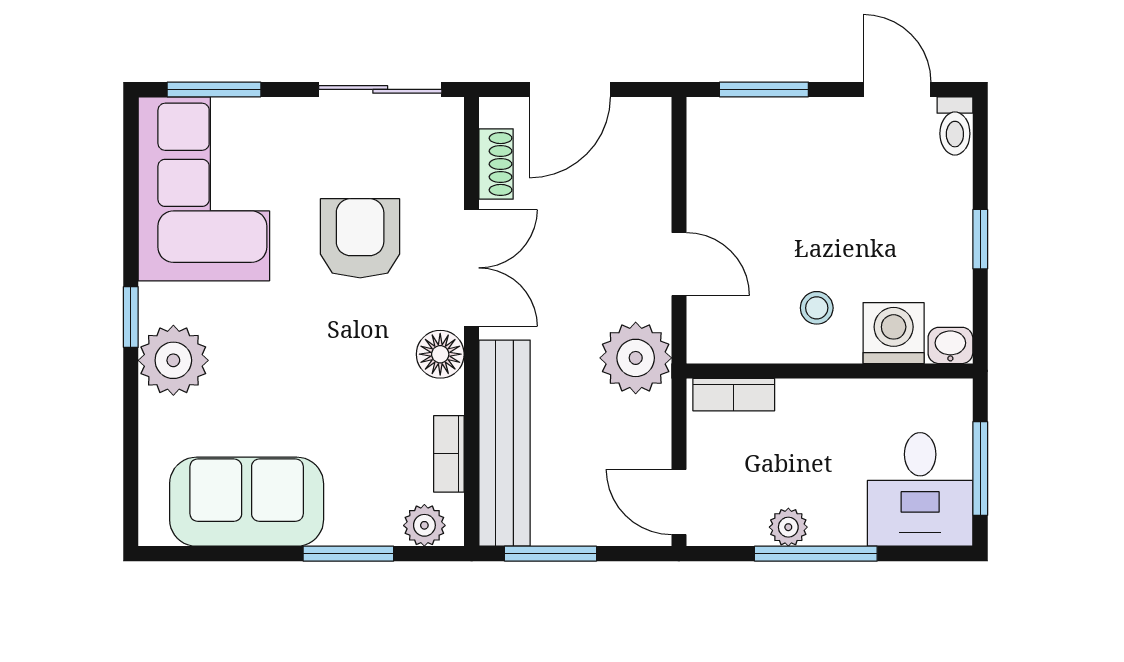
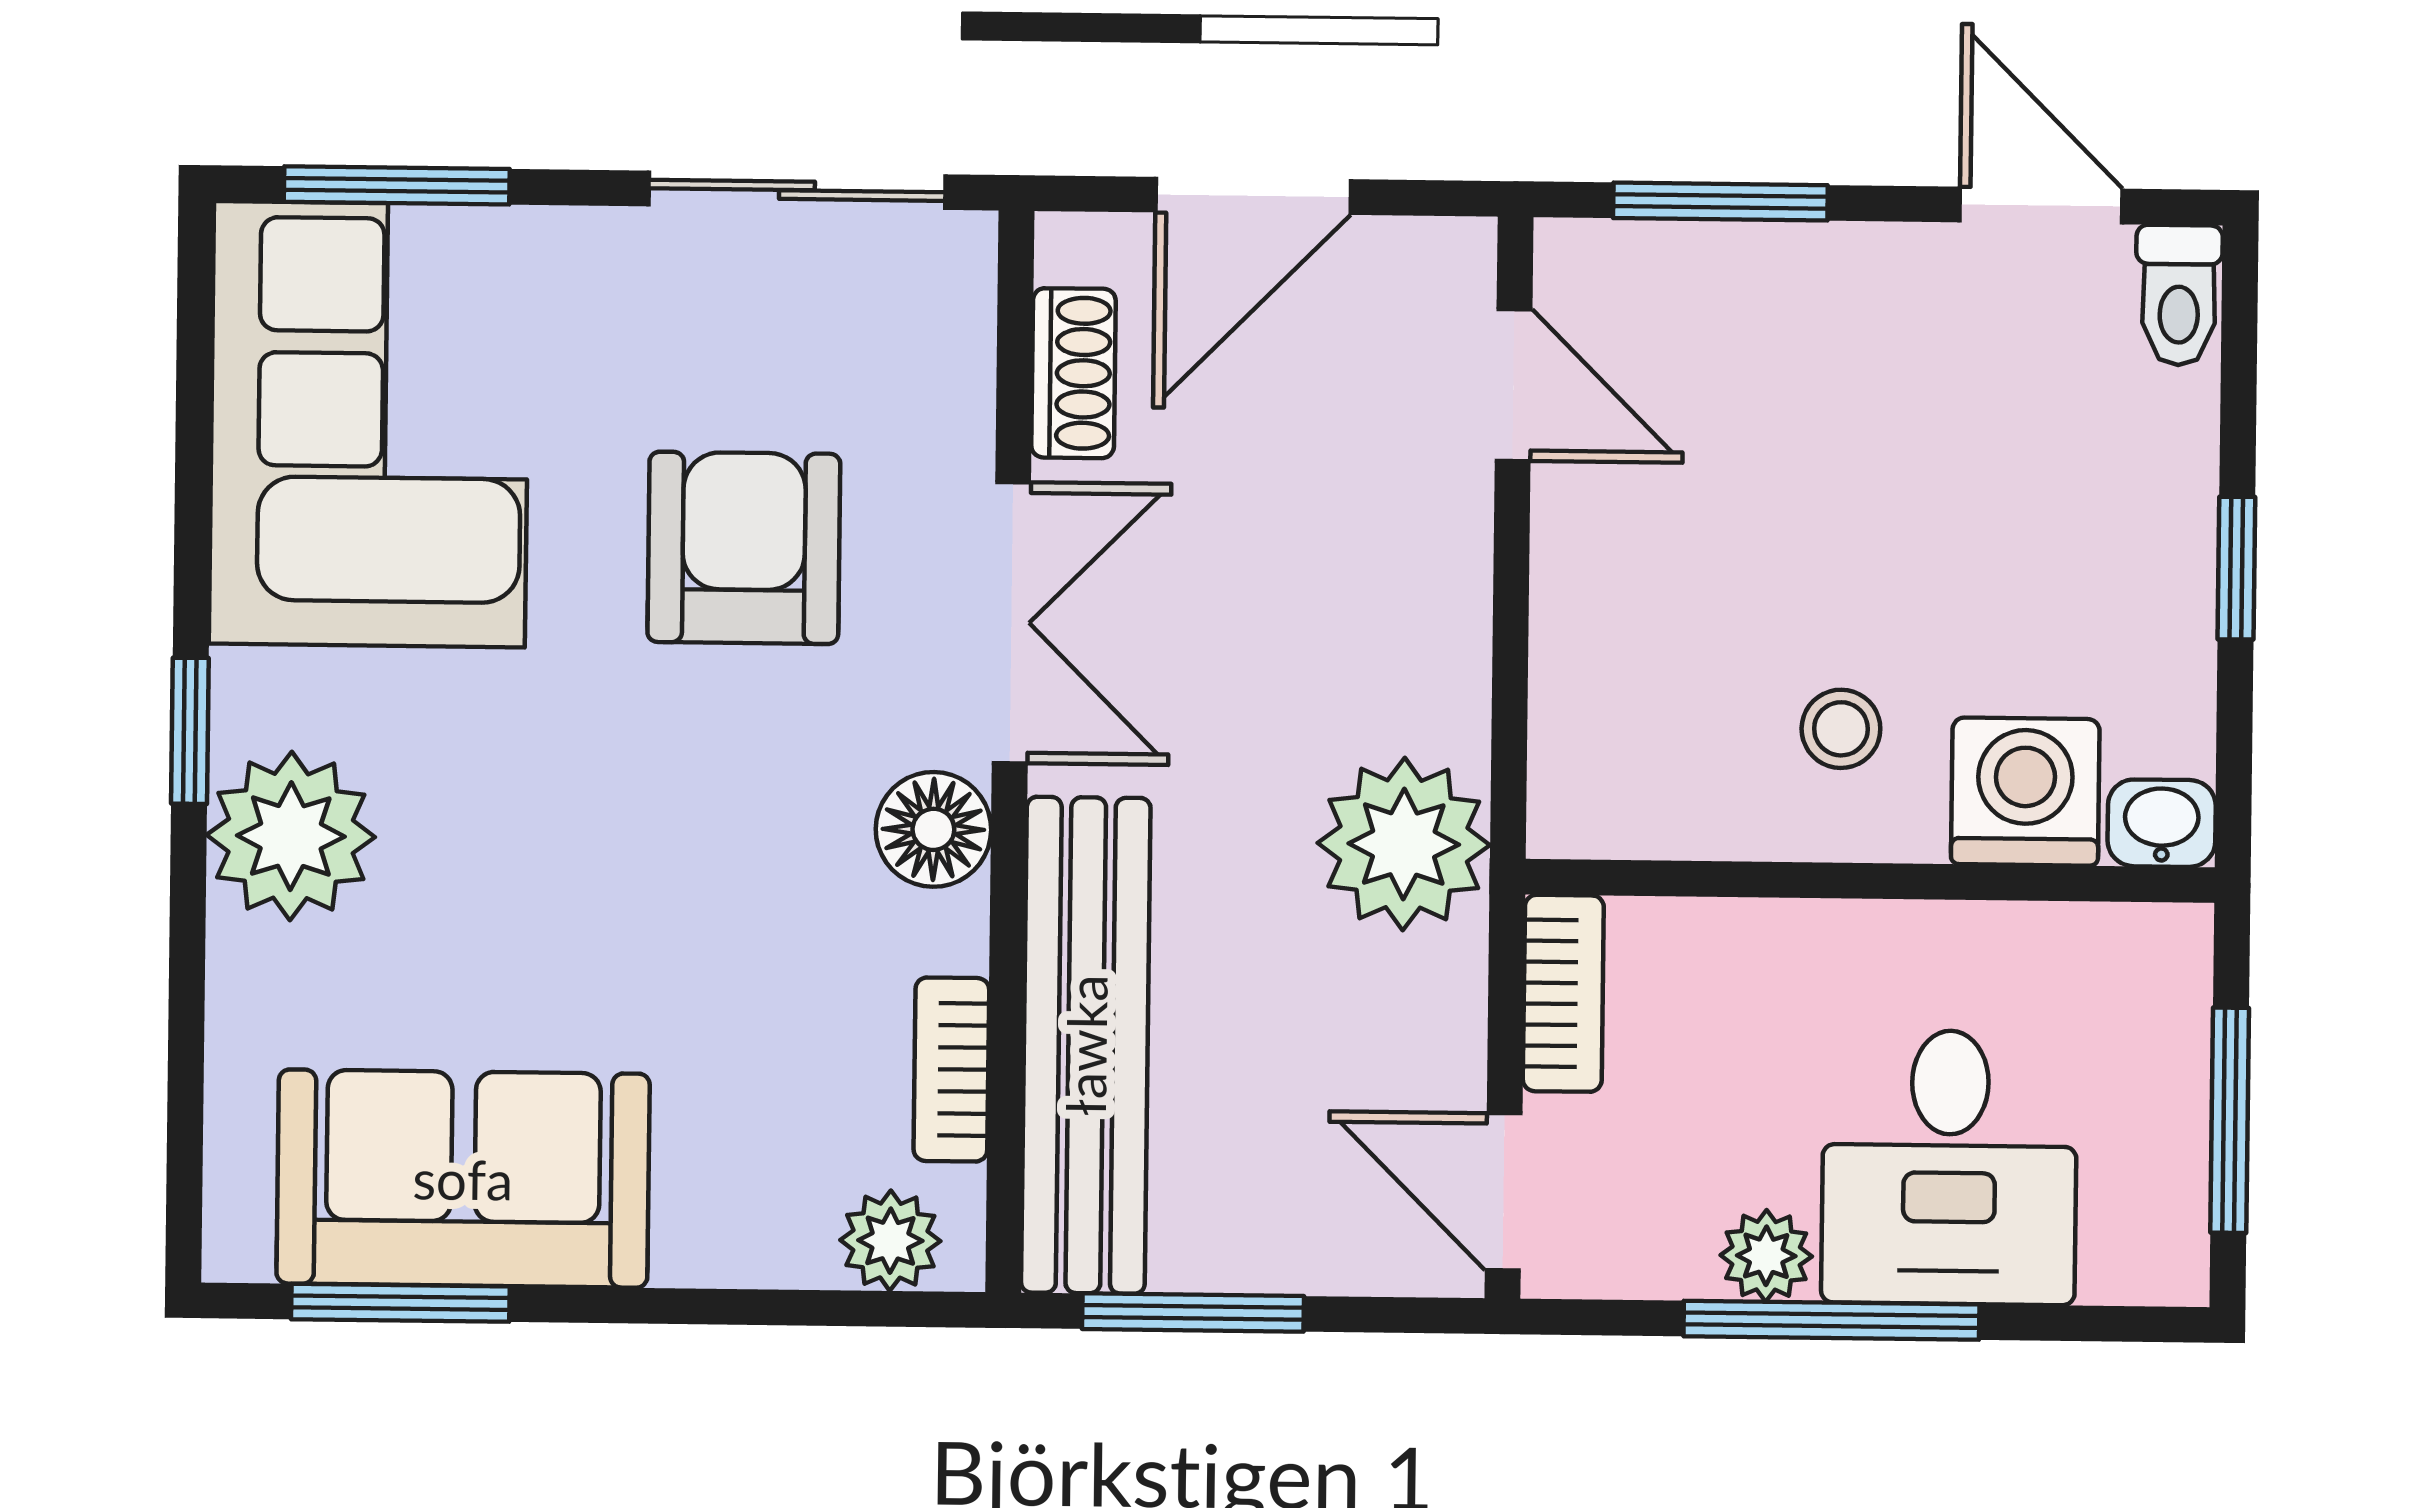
door: (679, 264) -> (1514, 385), moved
bookcase: (734, 395) -> (1563, 993), moved, turned -90
desk: (920, 489) -> (1949, 1167), moved
window: (348, 554) -> (400, 1303), moved

